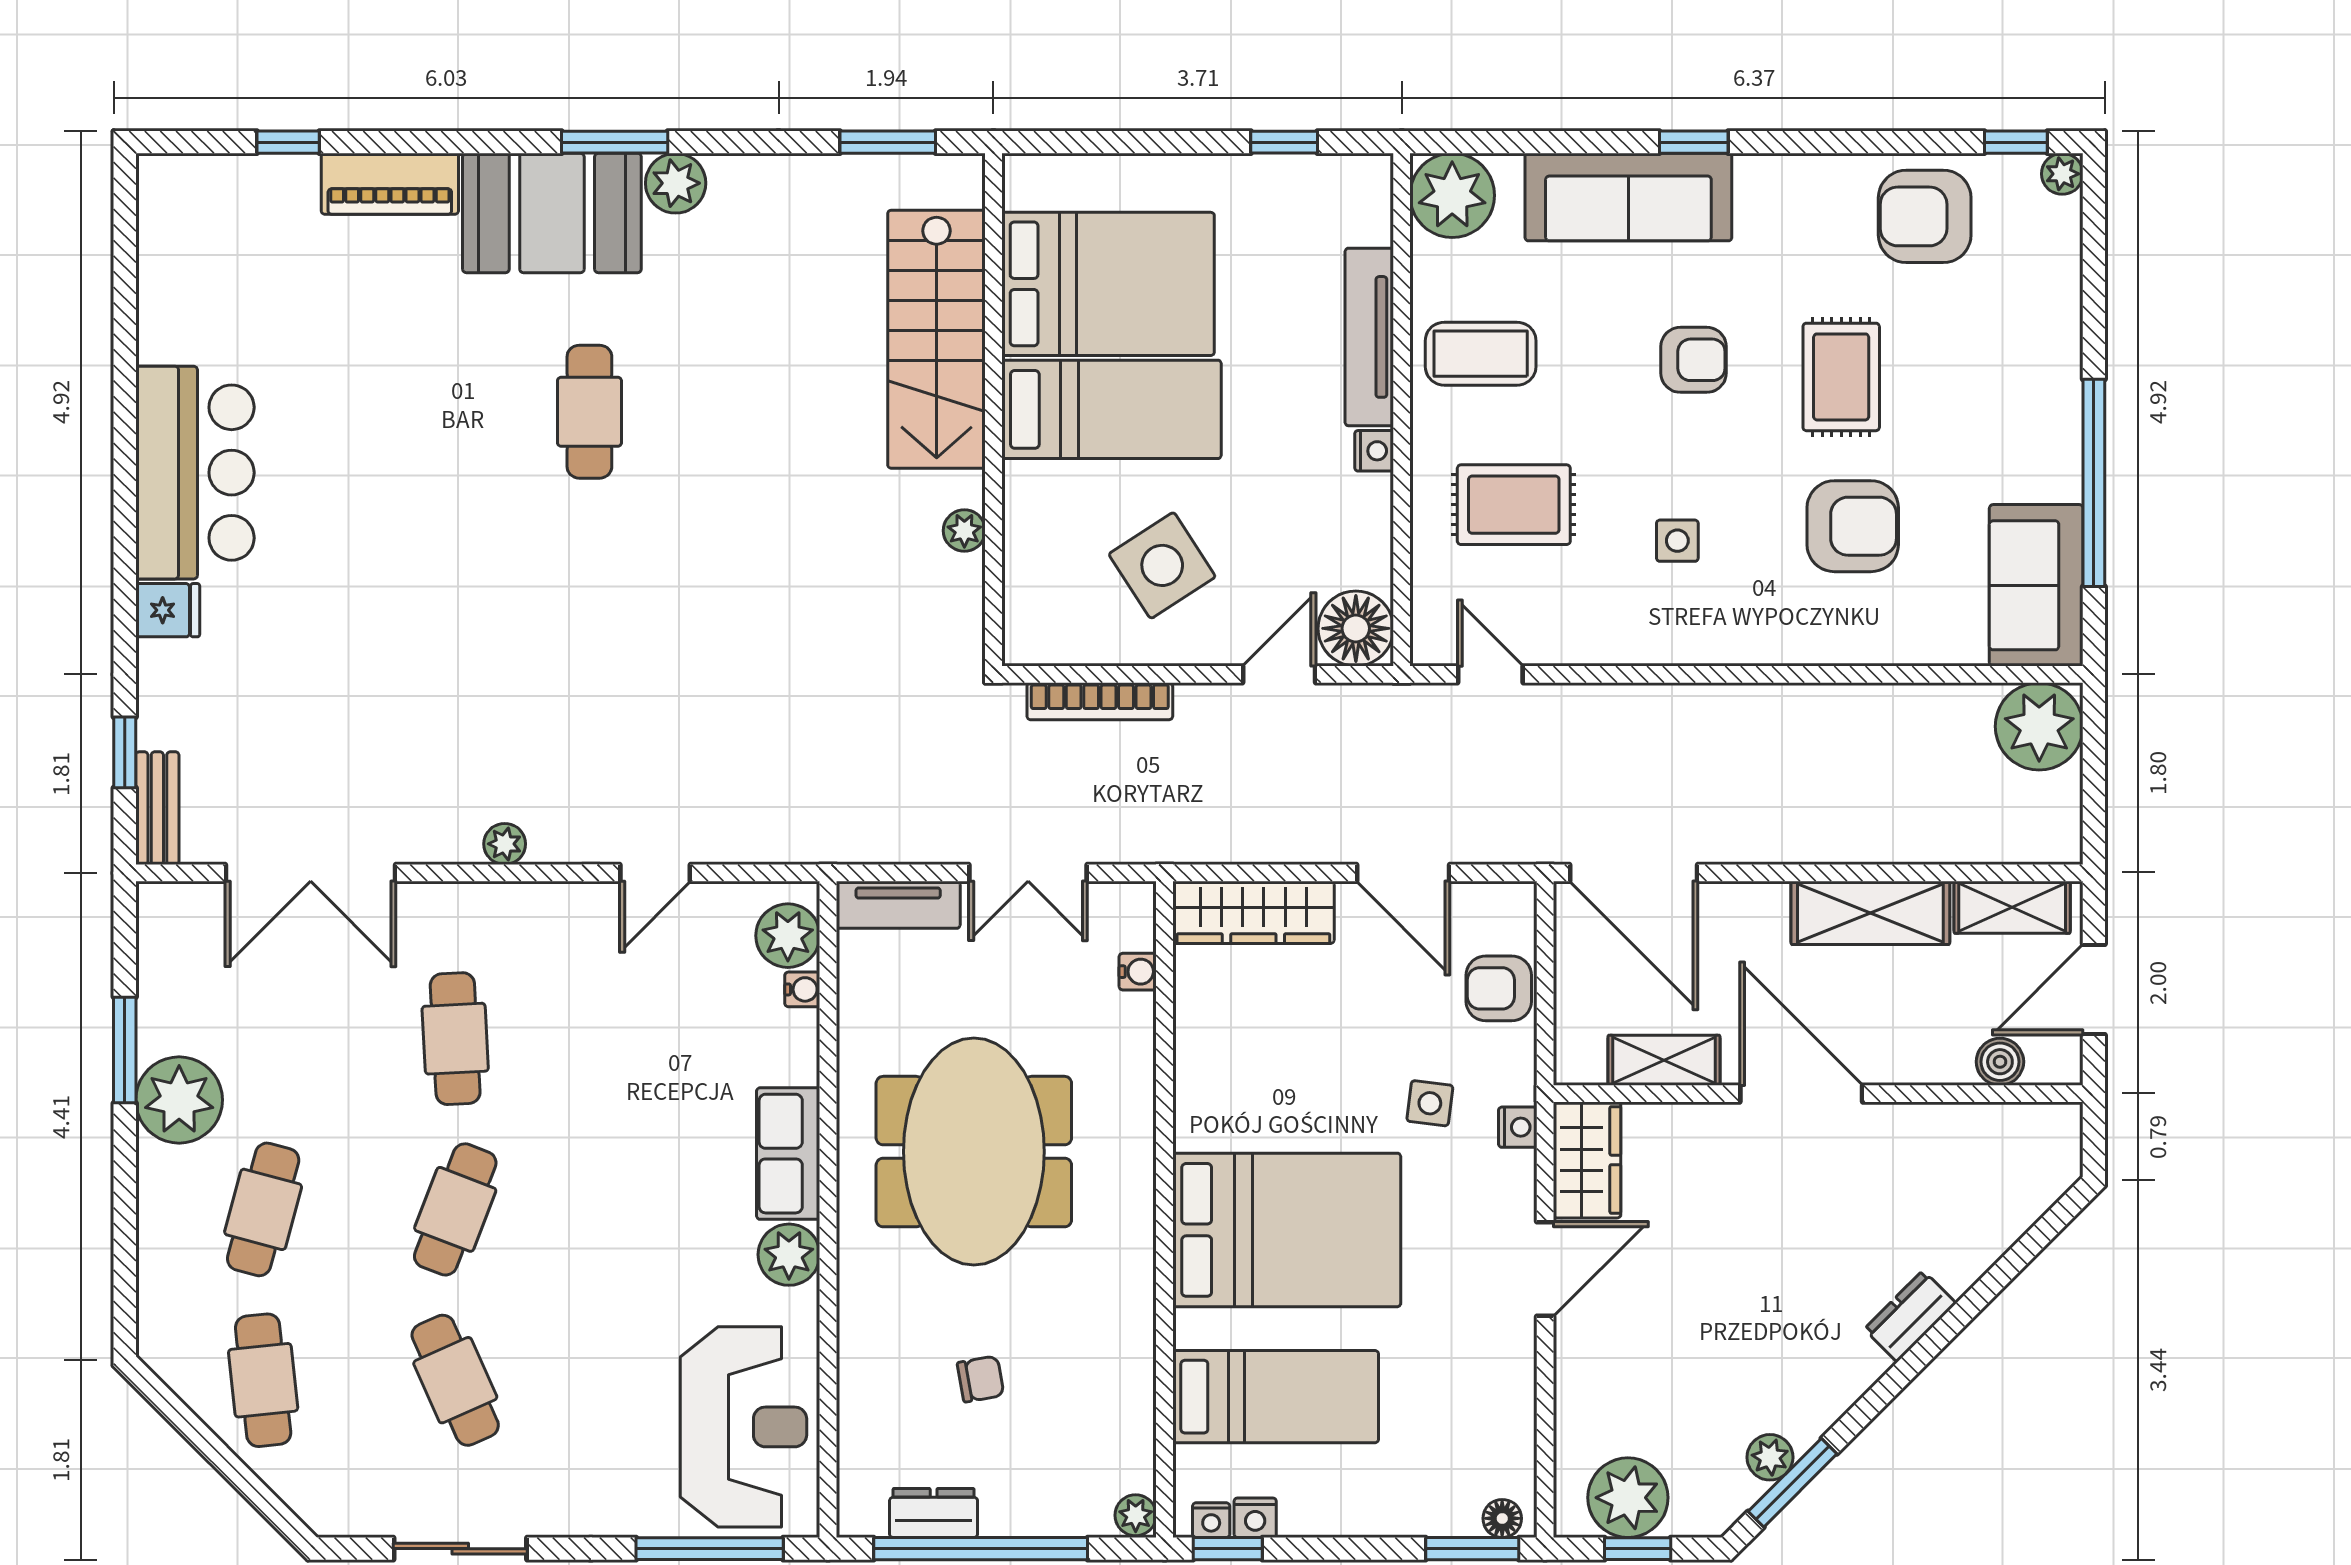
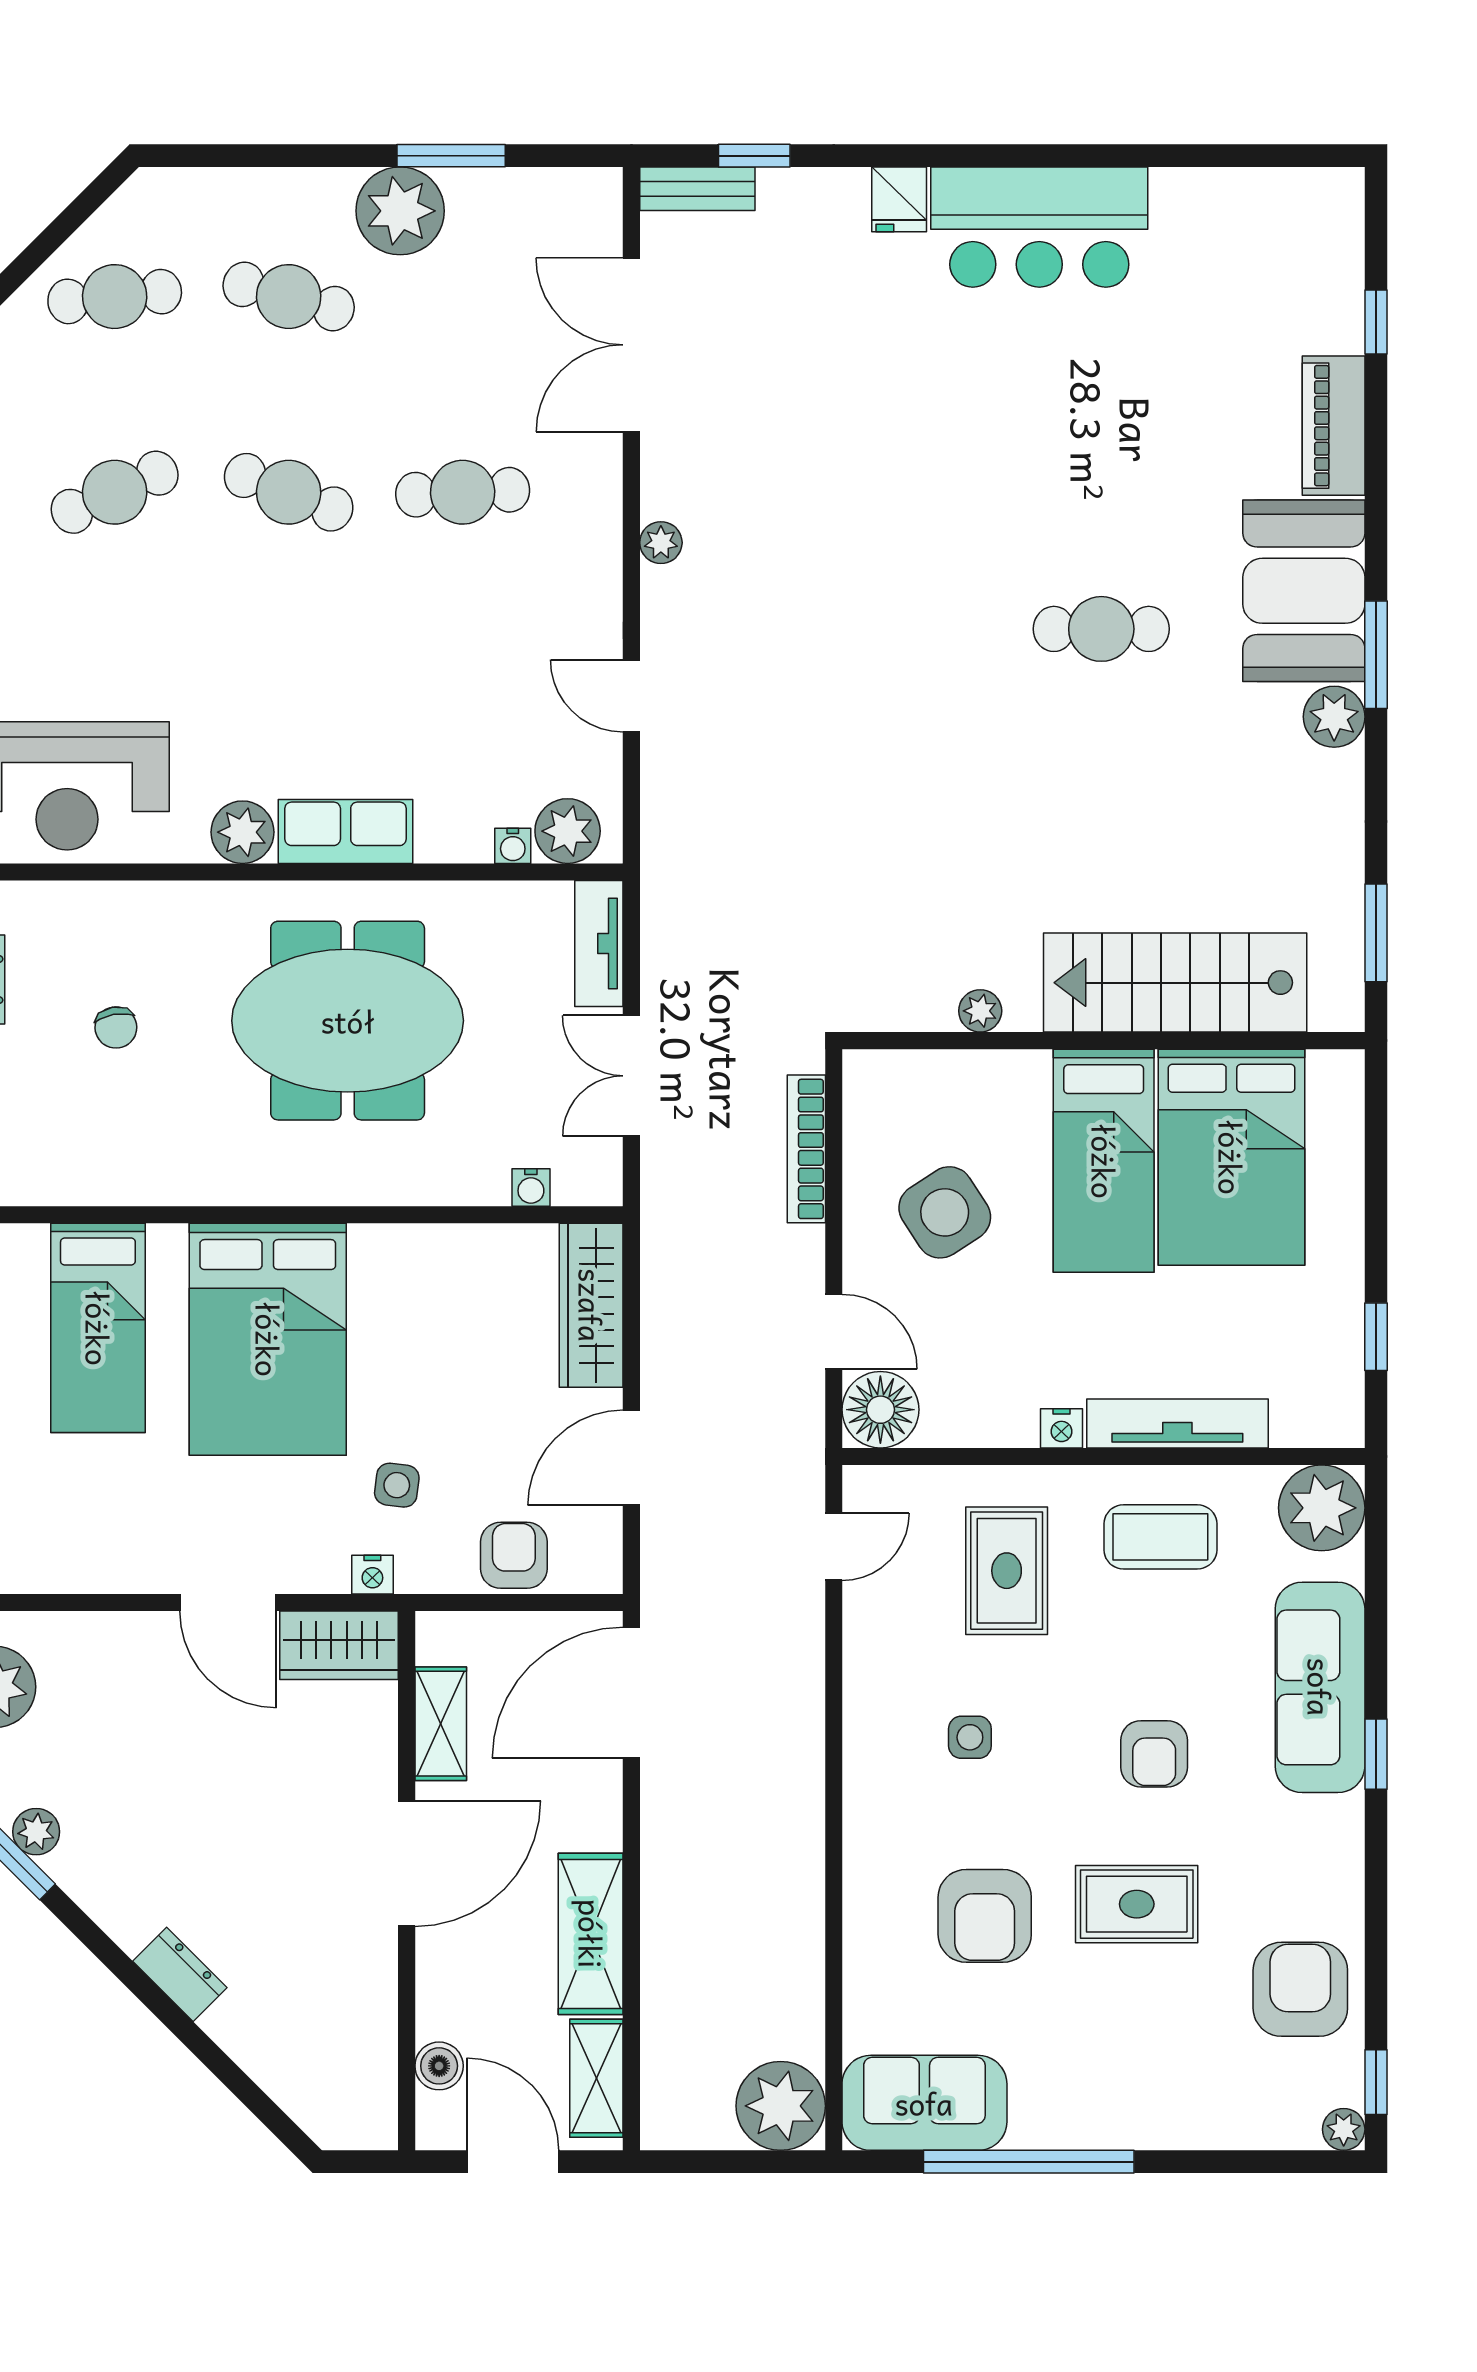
coffee table: (1481, 354) -> (1160, 1537), turned 90

